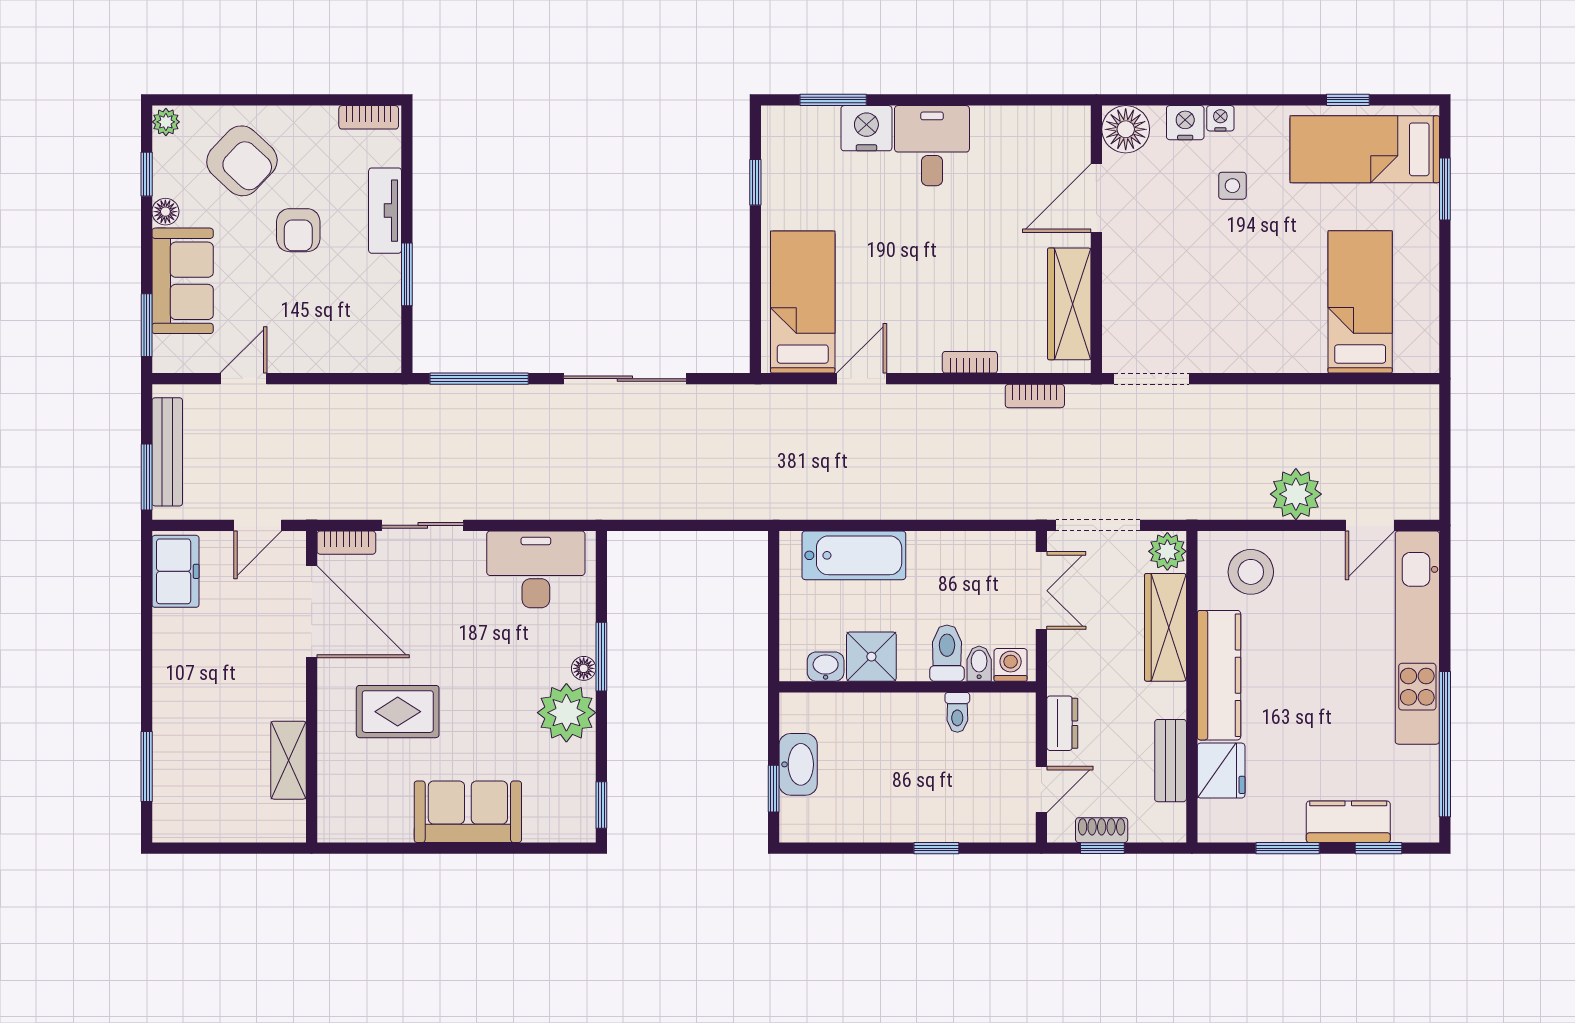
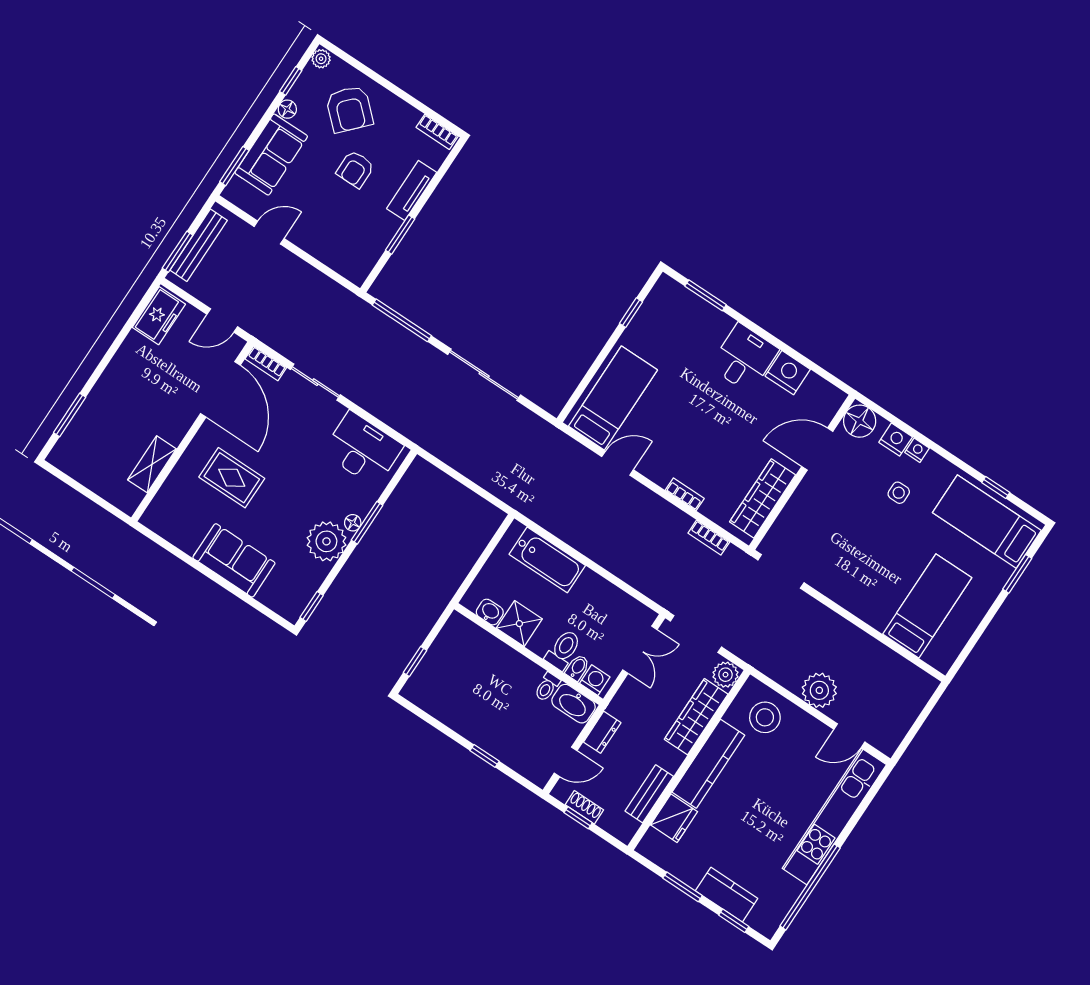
nightstand: (866, 128) -> (788, 373), moved
washbasin: (798, 764) -> (573, 704), moved, turned 90

